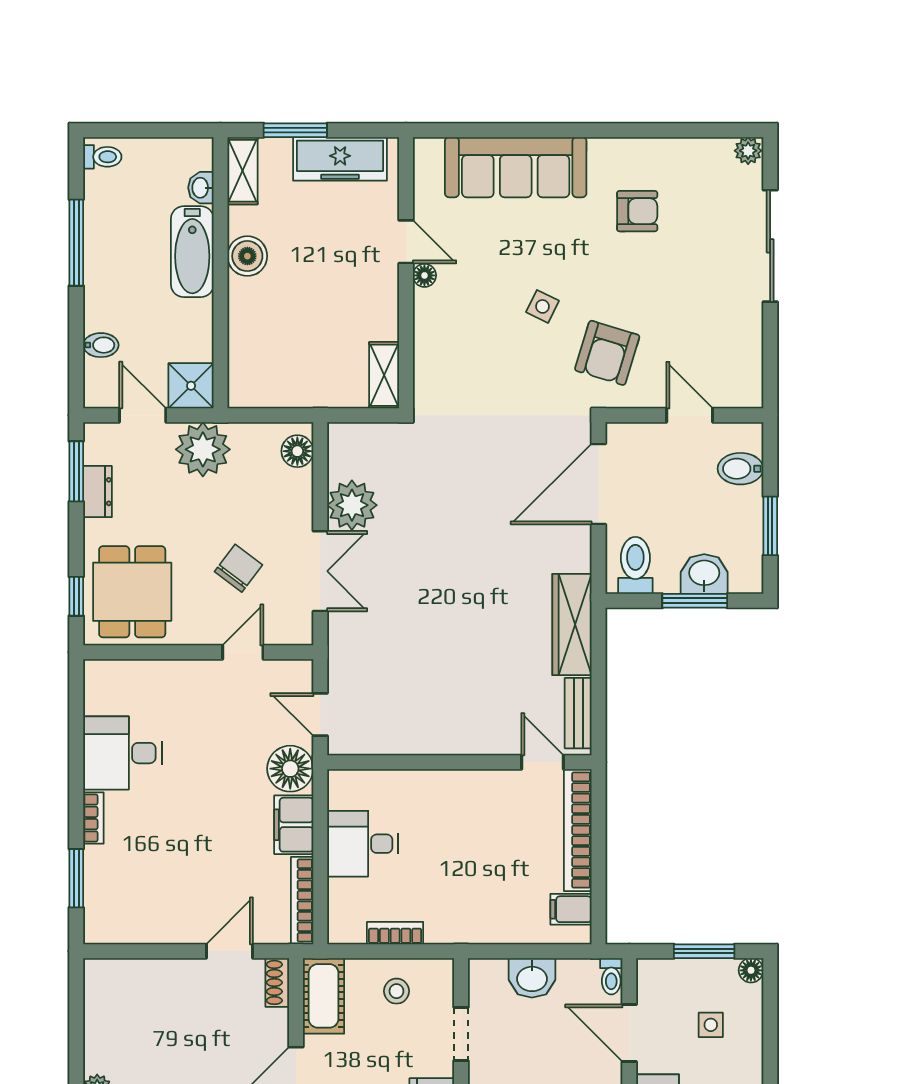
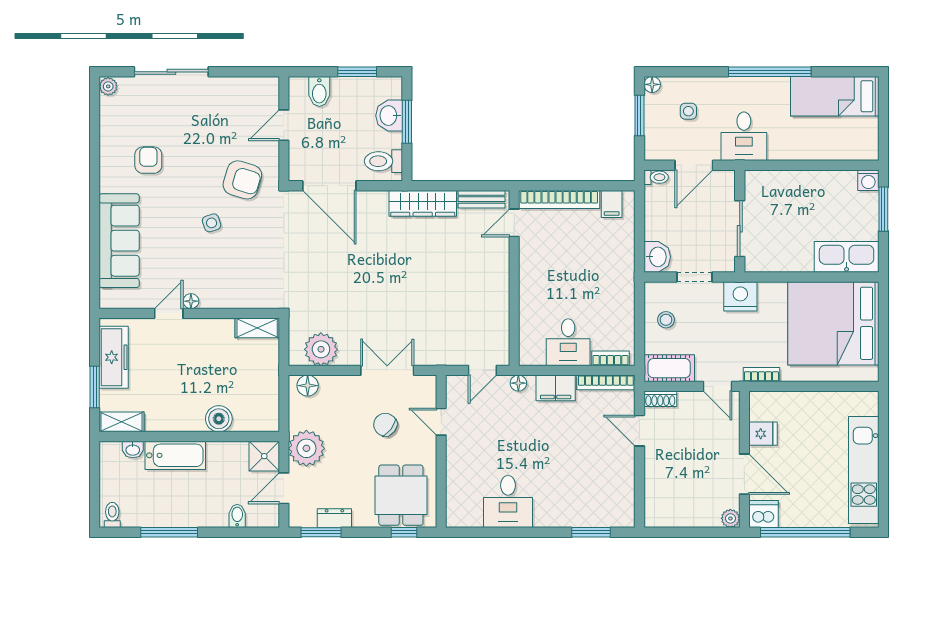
boiler: (247, 256) -> (219, 419), moved
side table: (542, 306) -> (212, 223), turned 45
plant: (352, 505) -> (321, 349), moved
dining table: (132, 592) -> (401, 495), turned 90
floor lamp: (290, 769) -> (518, 383), width x0.53, depth x0.53
bookcase: (93, 818) -> (551, 521), removed
bookcase: (395, 933) -> (610, 358), moved, turned 90
washbasin: (532, 978) -> (657, 257), moved

